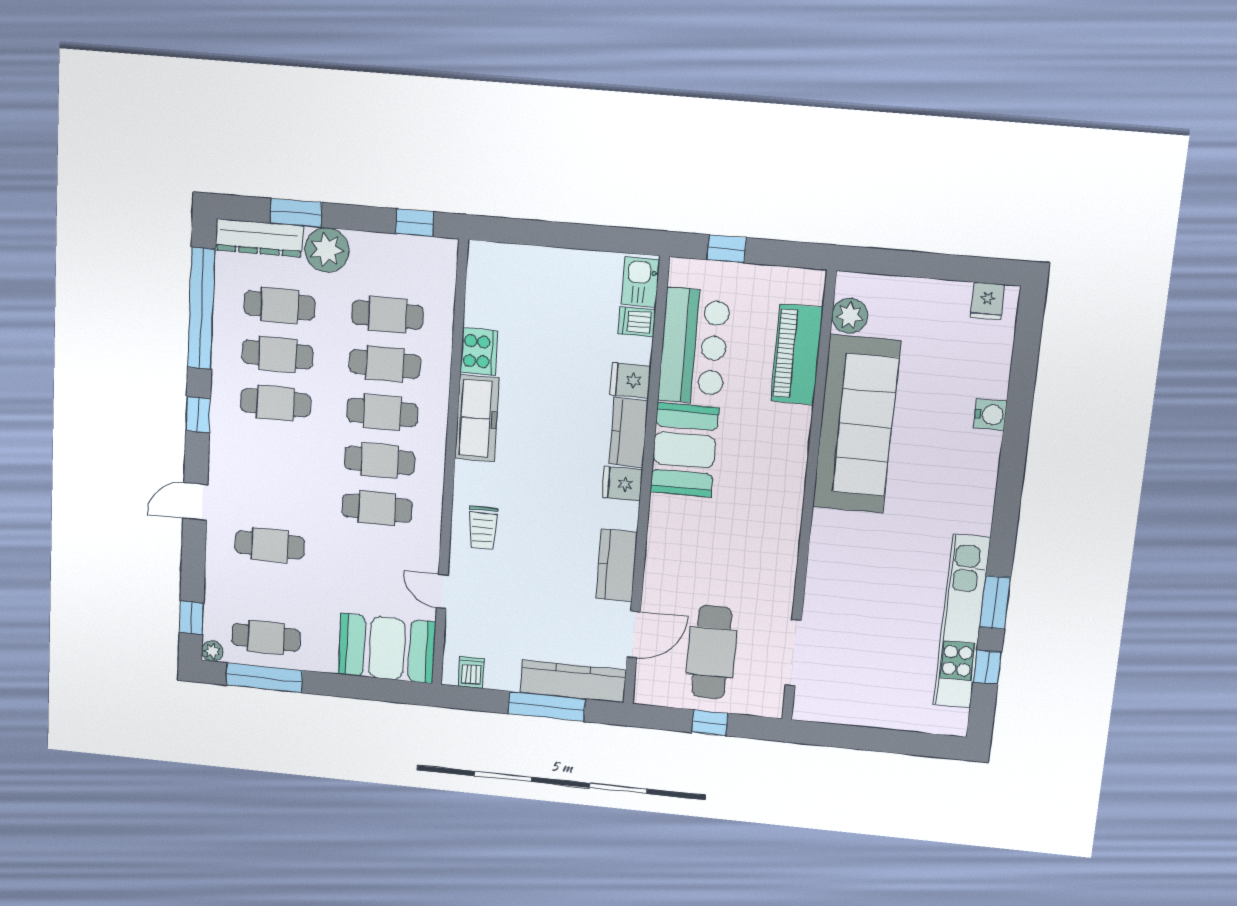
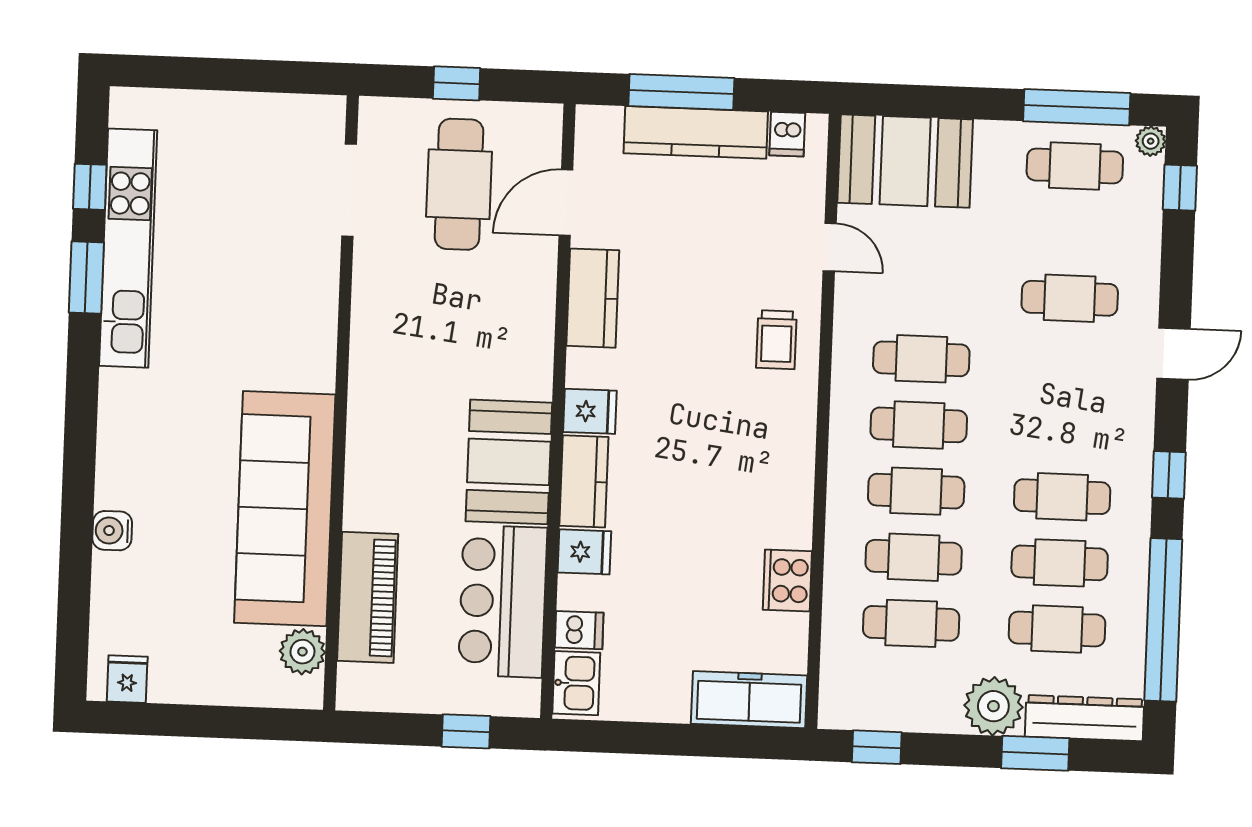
freezer: (477, 418) -> (749, 700), moved, turned 90
trolley: (483, 528) -> (776, 340), turned 180
kitchen counter: (573, 681) -> (696, 132), moved

